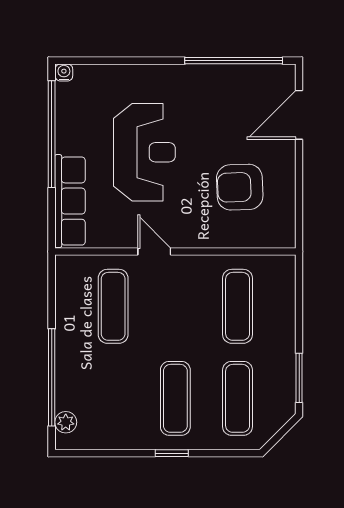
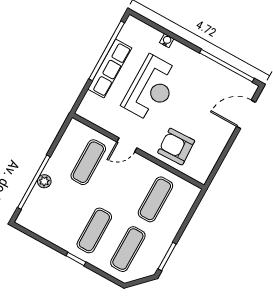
water cooler: (64, 72) -> (167, 41), moved
armchair: (240, 187) -> (176, 147), moved
row of seats: (70, 201) -> (110, 68), moved
door: (154, 252) -> (127, 145), swing flipped
plant: (66, 422) -> (44, 181), moved

